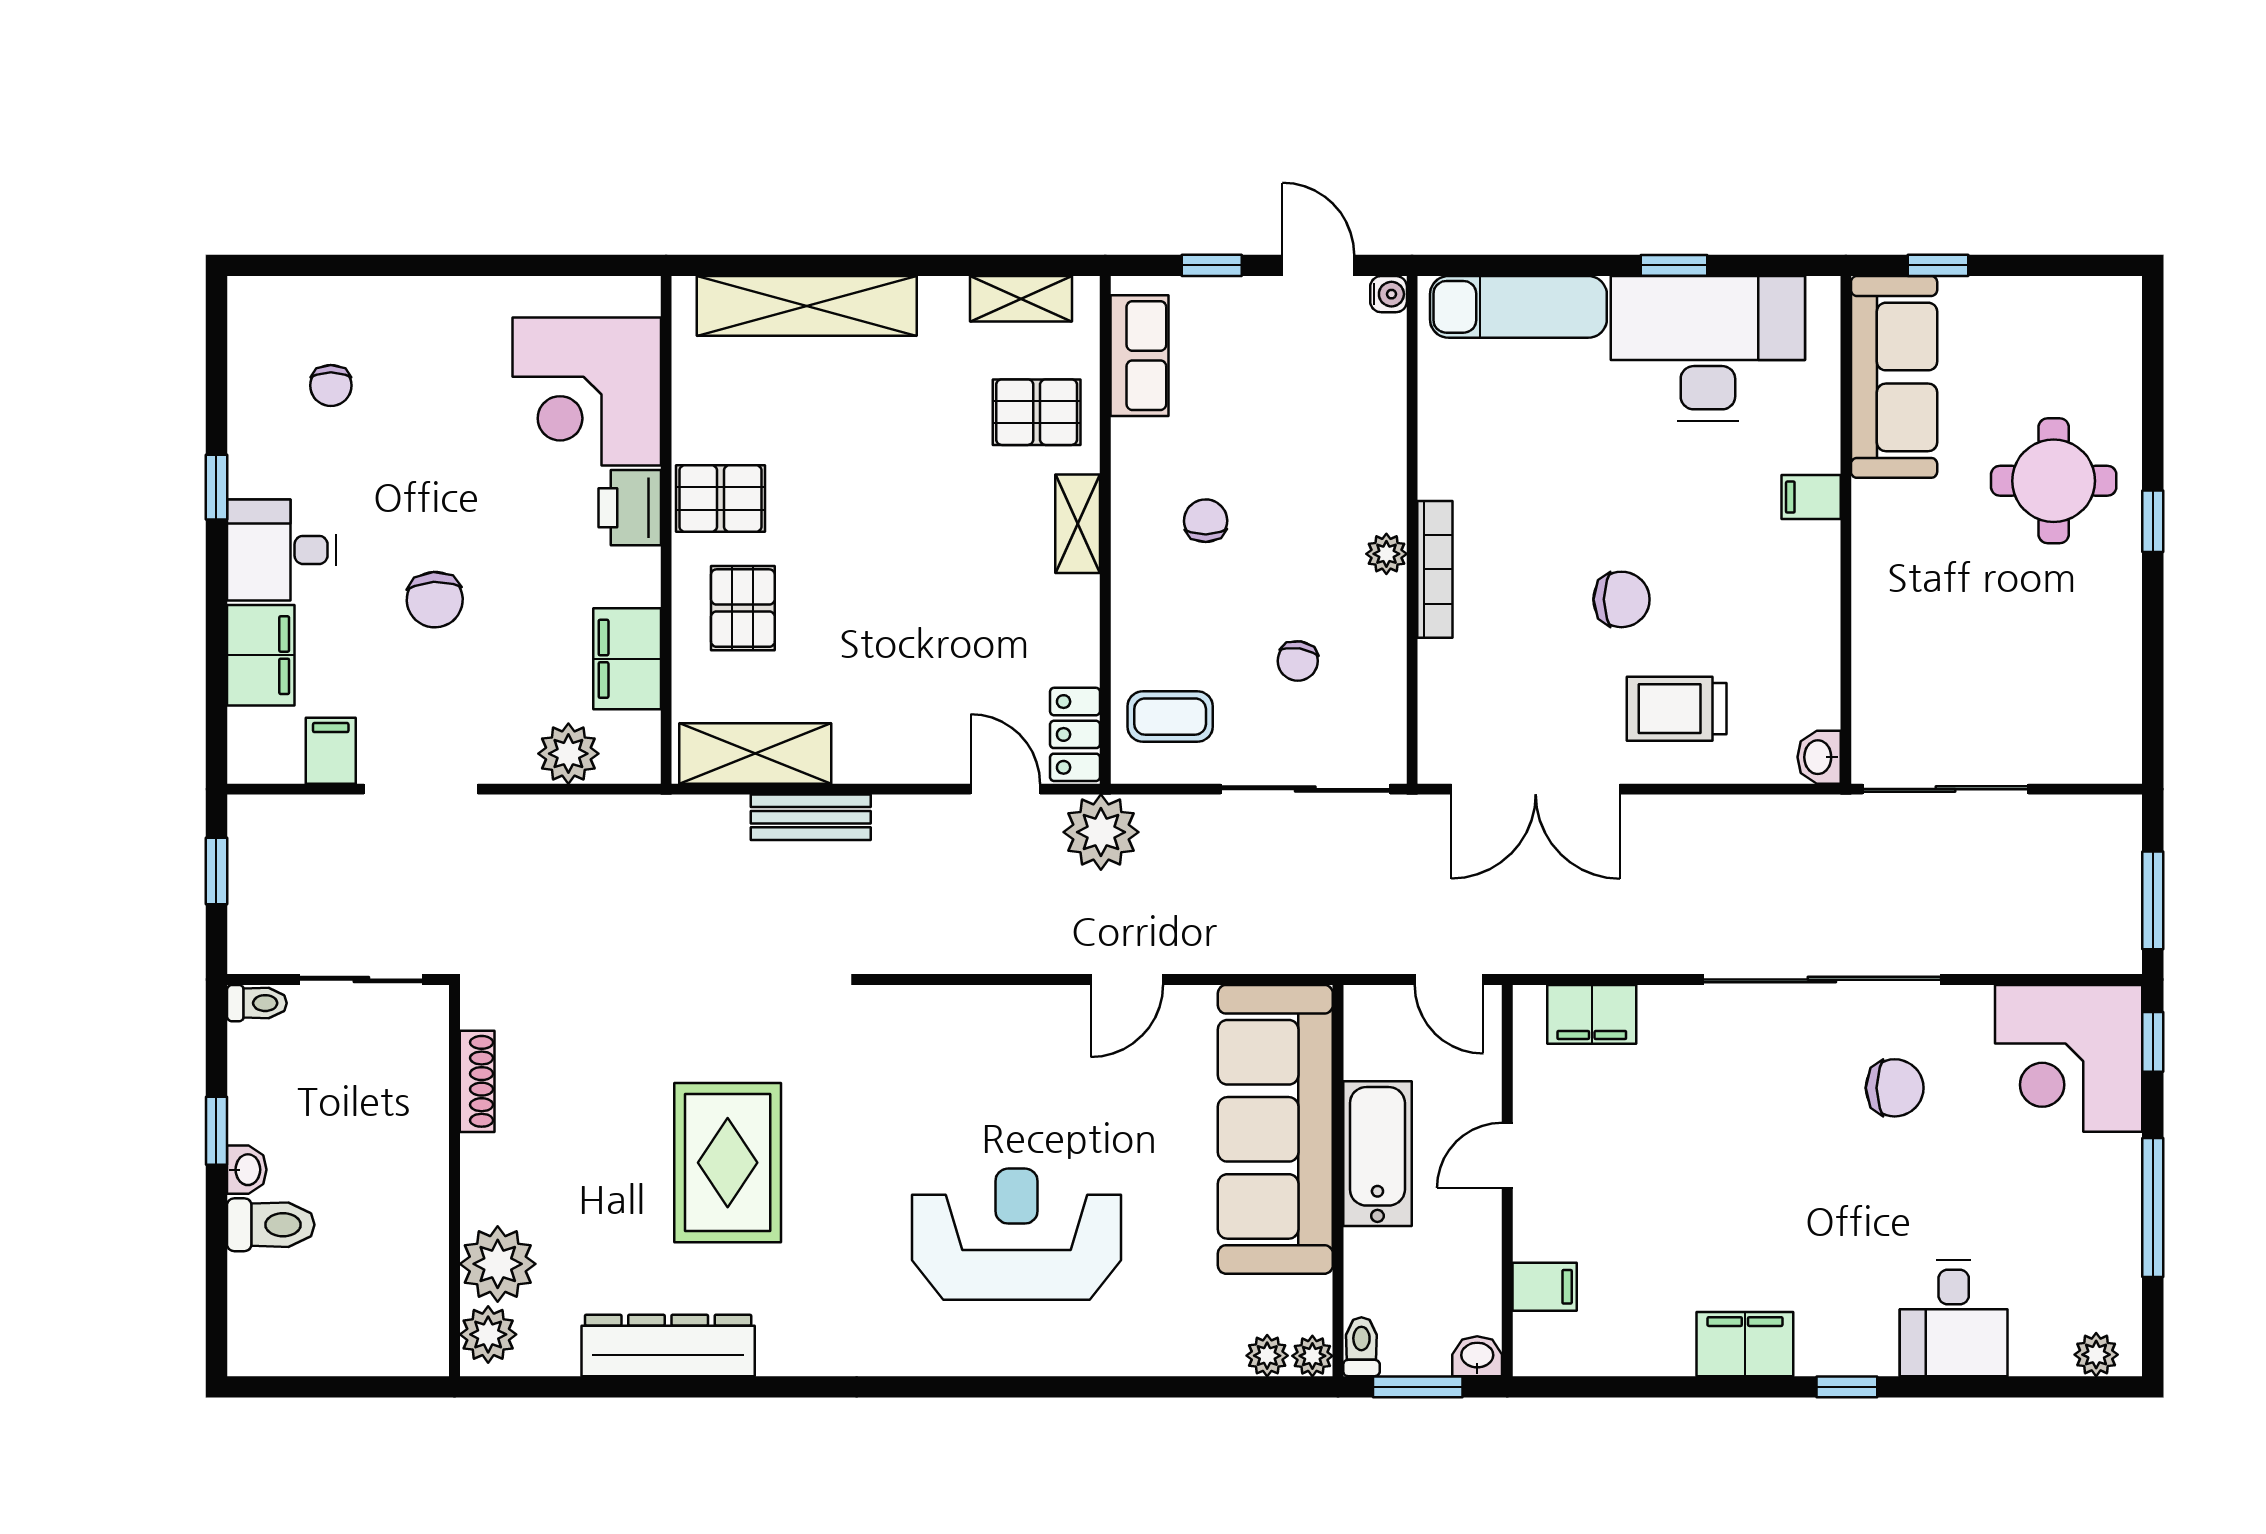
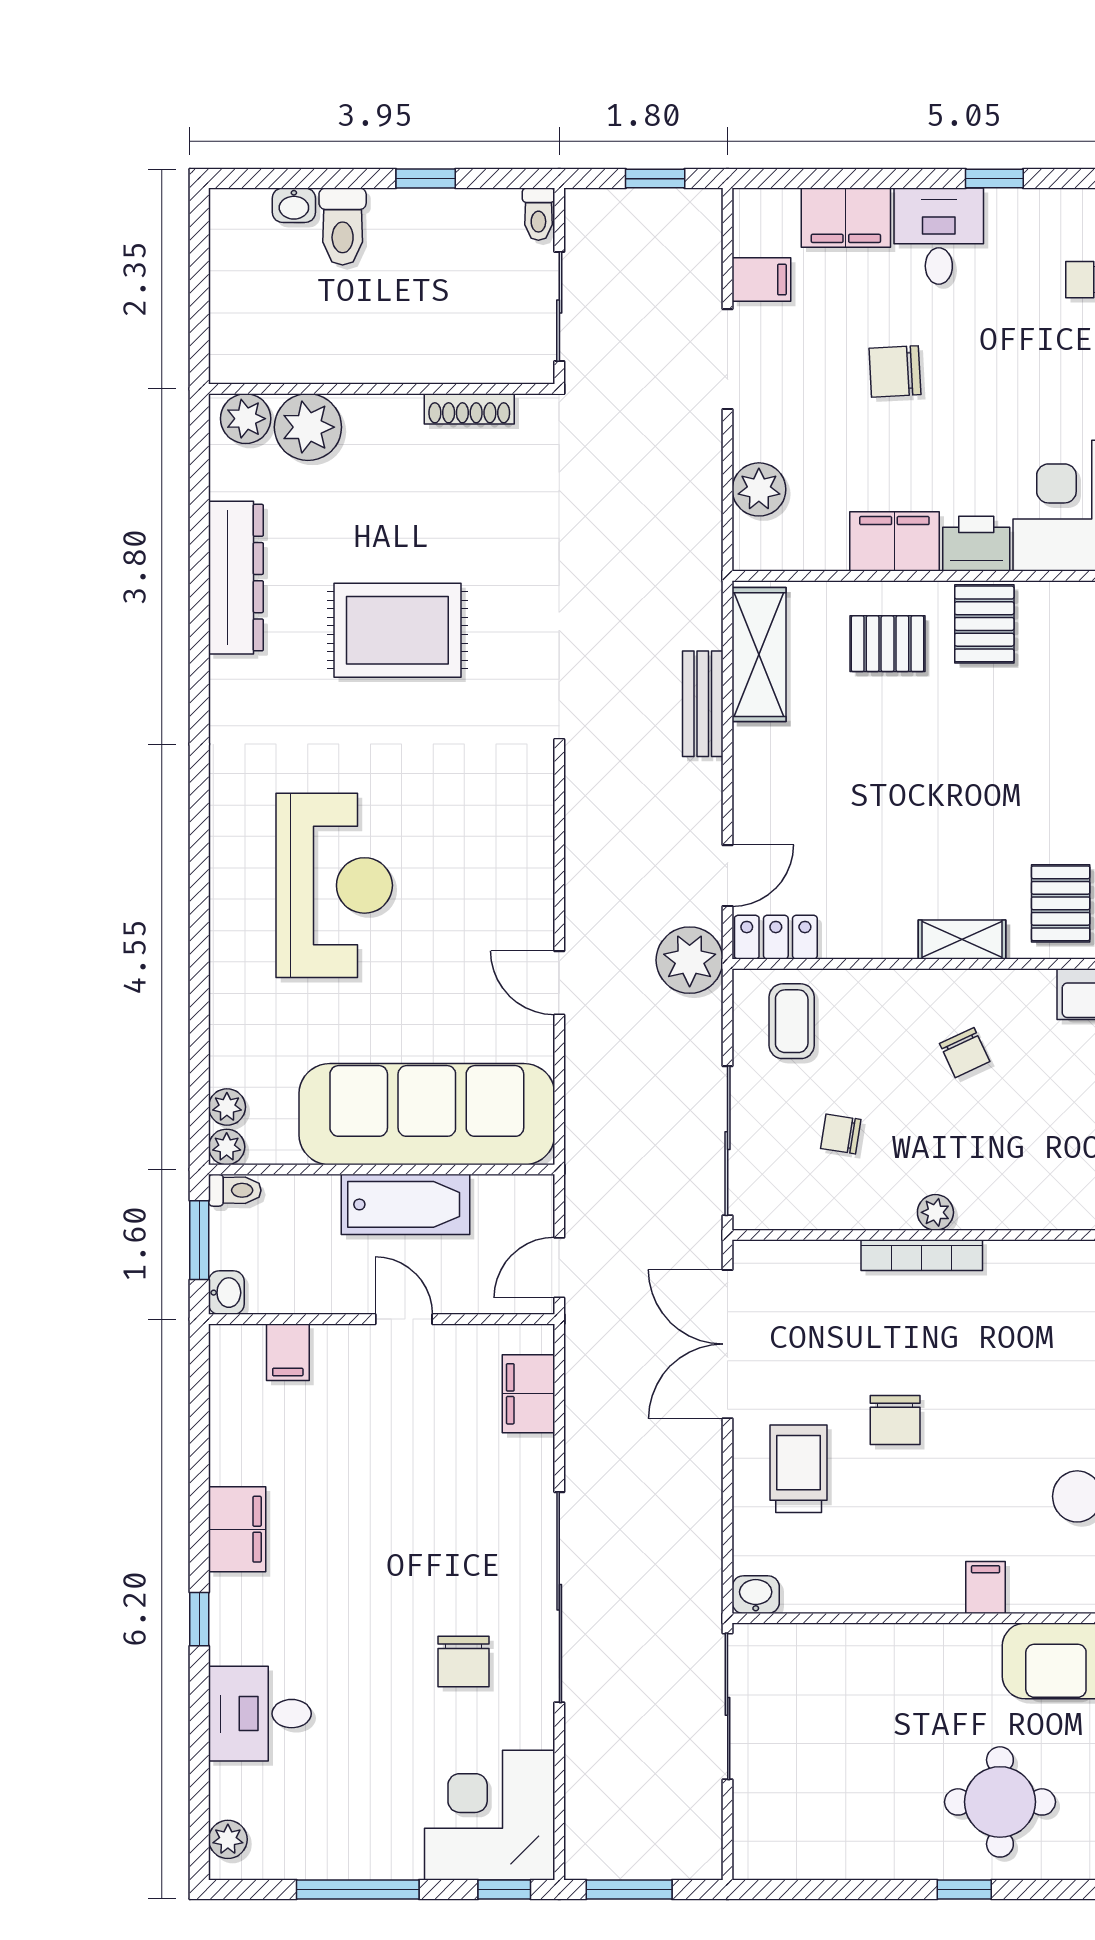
chair: (1206, 521) -> (965, 1053), turned 66
filing cabinet: (627, 659) -> (894, 541), moved
washbasin: (247, 1170) -> (294, 205), moved

